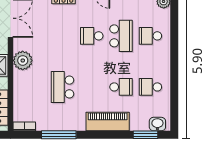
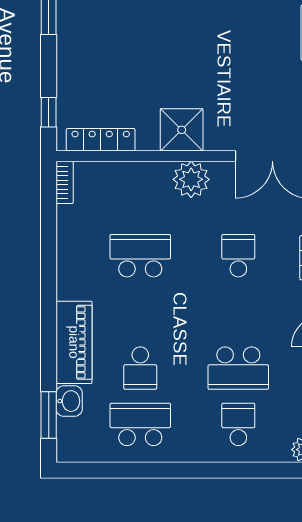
school desk: (92, 36) -> (238, 256), moved
school desk: (150, 87) -> (140, 424), width x1.85
washbasin: (157, 124) -> (69, 401), moved
window: (59, 135) -> (49, 249), removed

